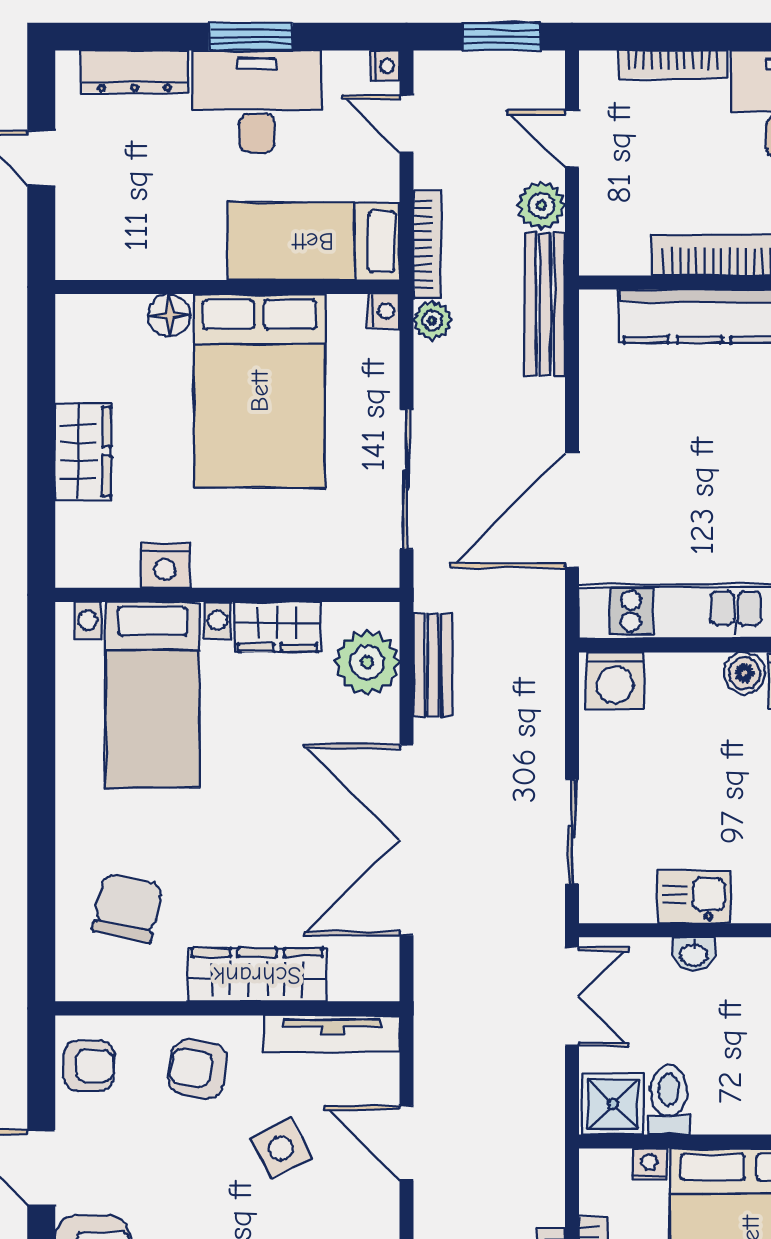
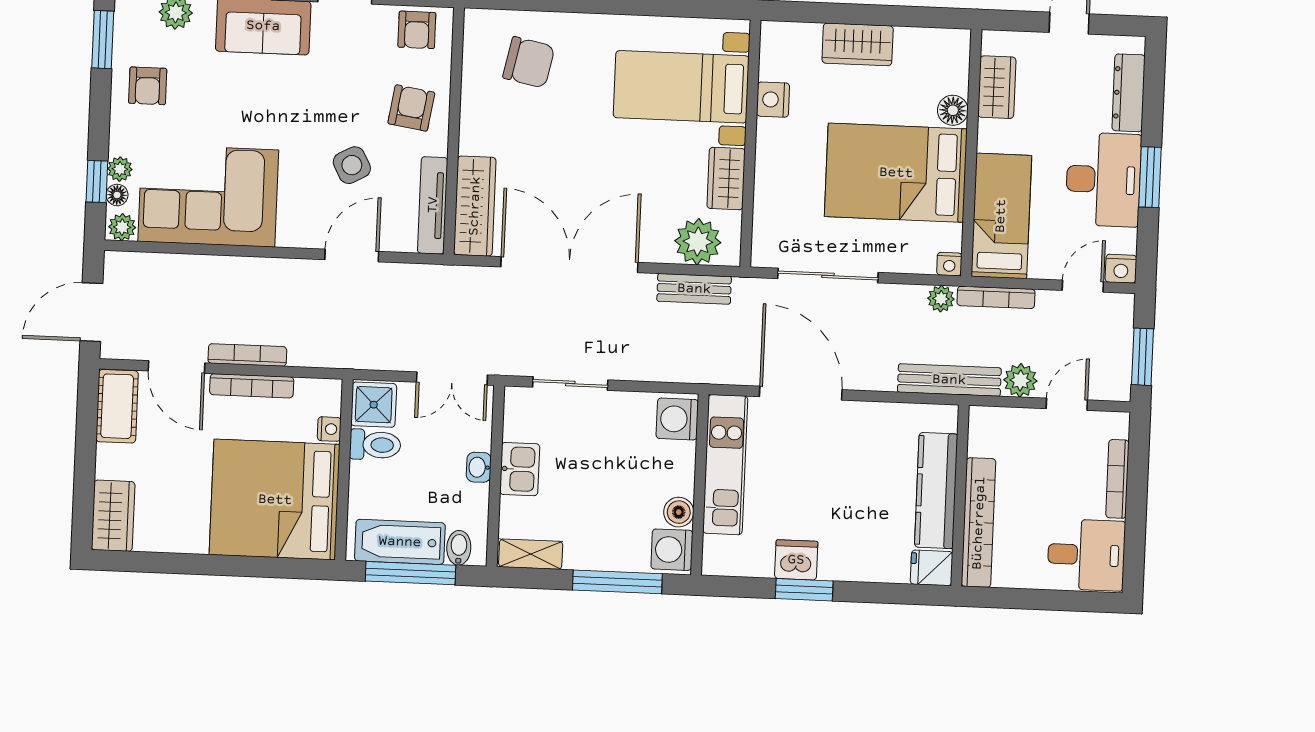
nightstand: (385, 66) -> (1121, 269), width x1.39, depth x1.35
wardrobe: (135, 255) -> (997, 87), added
wardrobe: (257, 975) -> (475, 206), moved

